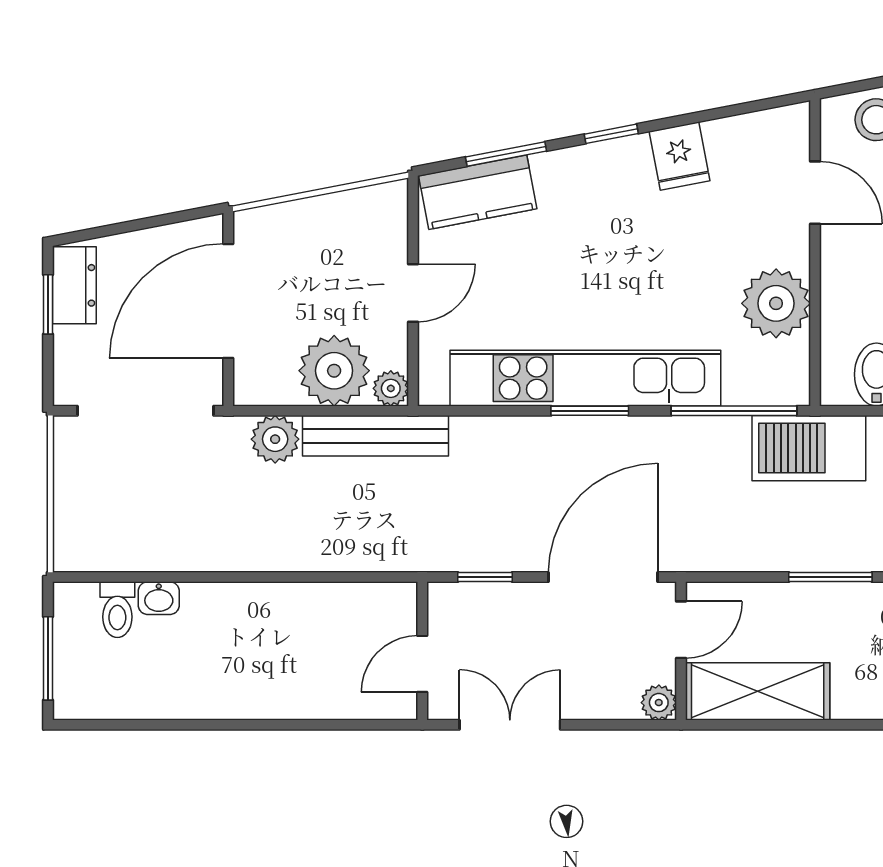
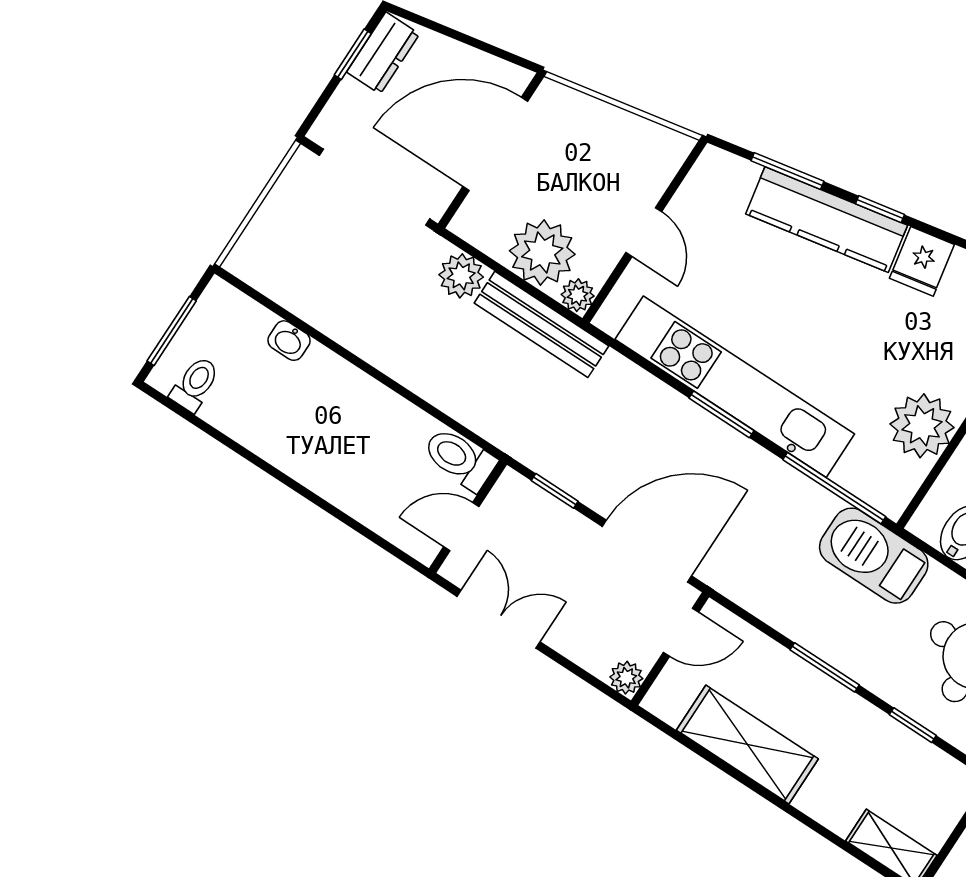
kitchen counter: (478, 192) -> (827, 220), moved, width x1.50
door: (413, 293) -> (644, 232), hinge flipped
toilet: (381, 604) -> (460, 459), added
toilet: (117, 610) -> (195, 384), moved, turned 180
shelving: (758, 691) -> (747, 745), moved

